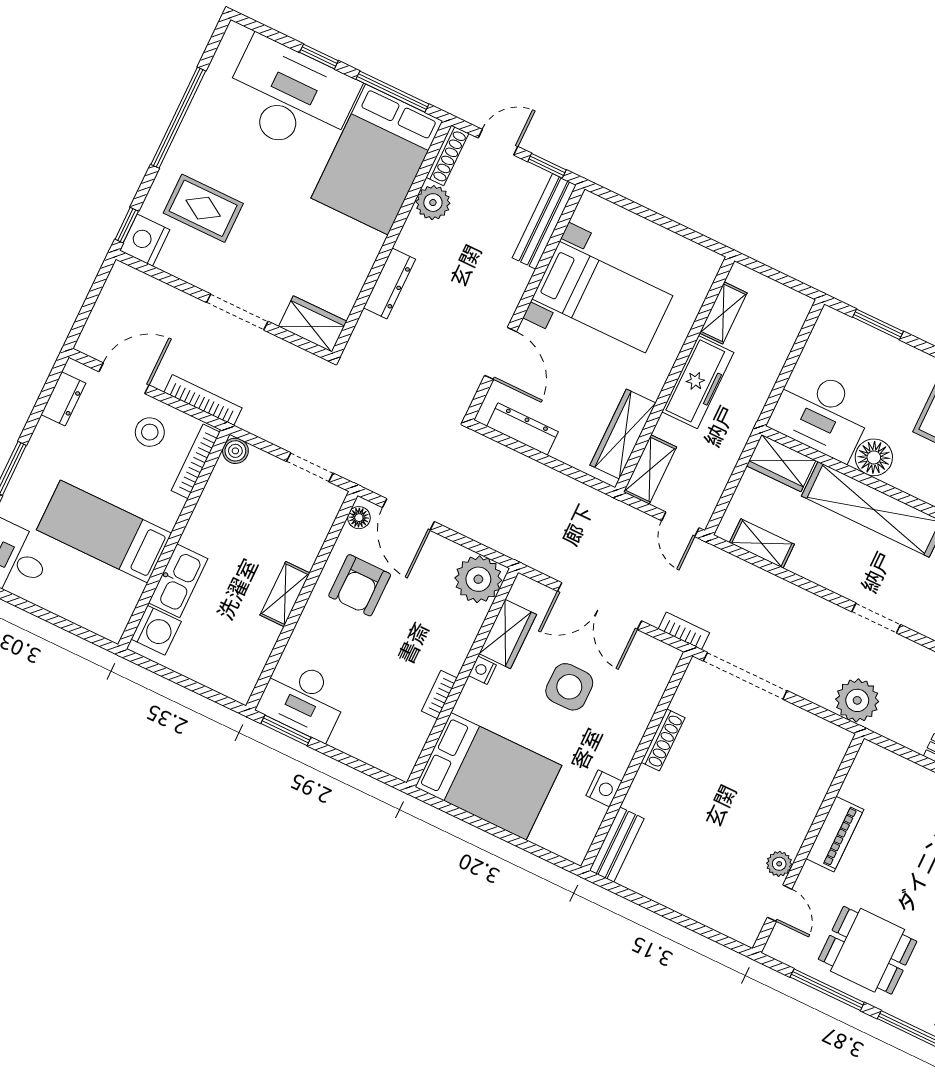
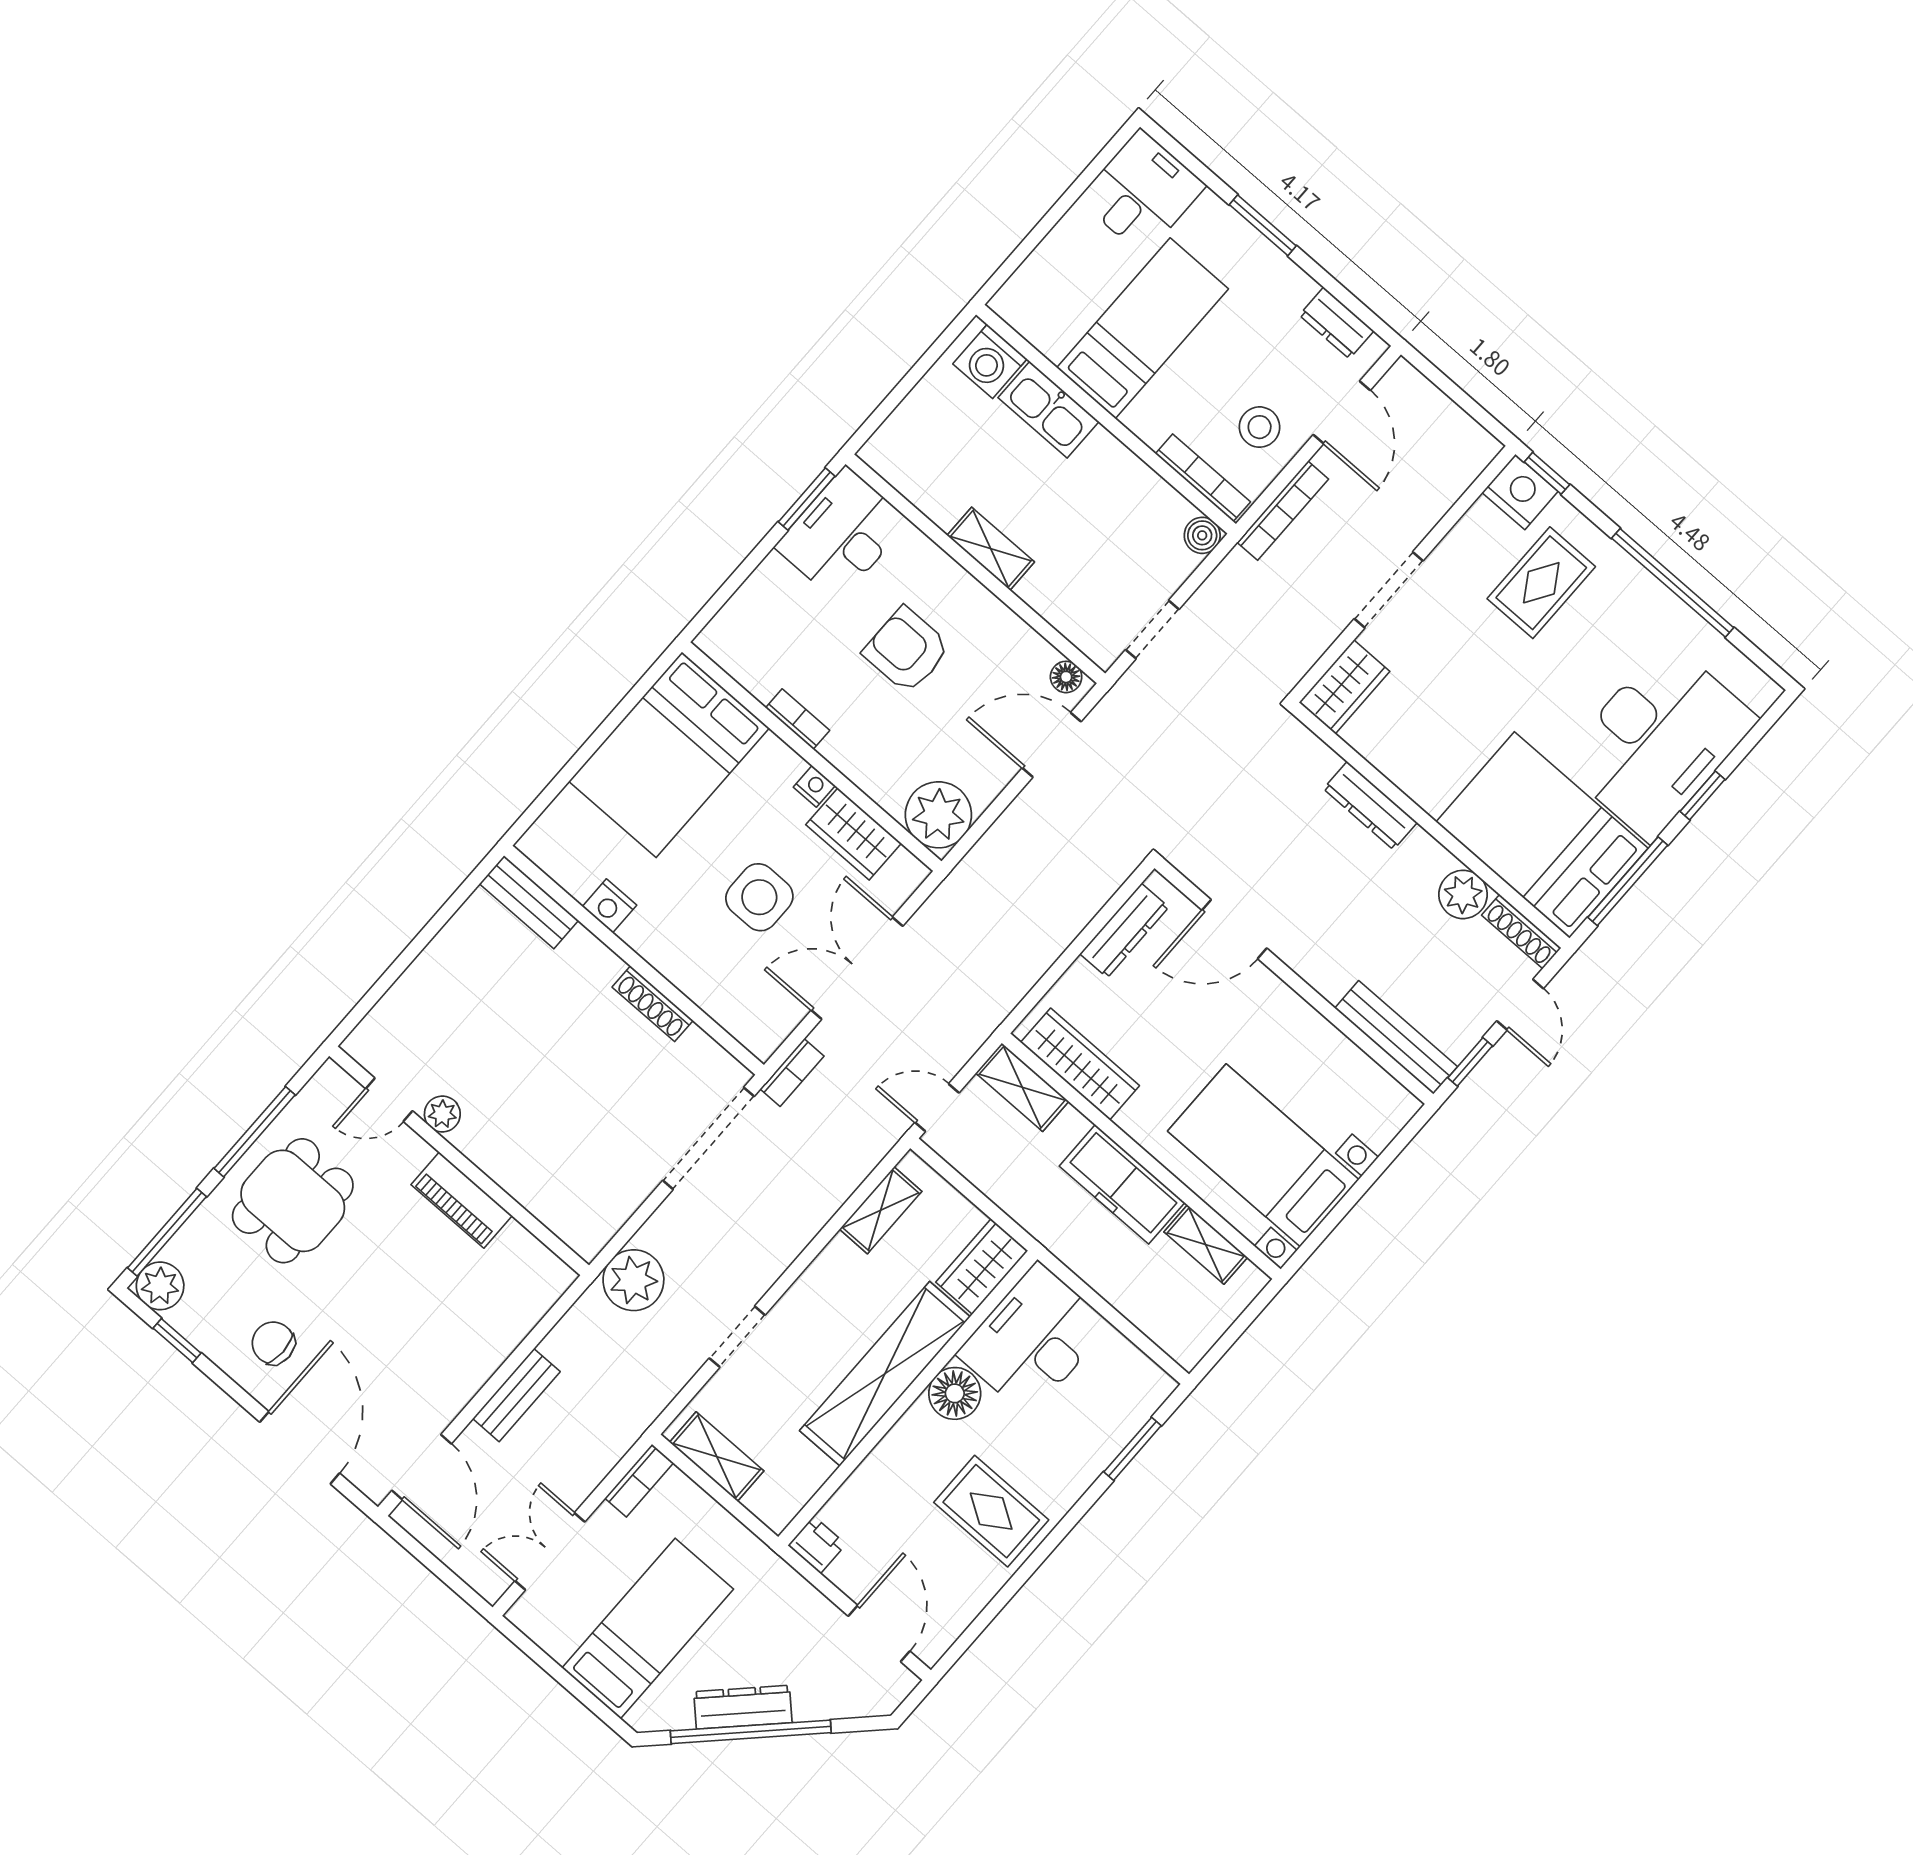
bed with nightstands: (602, 297) -> (1263, 1155), moved, turned 90
armchair: (360, 585) -> (907, 650), moved

